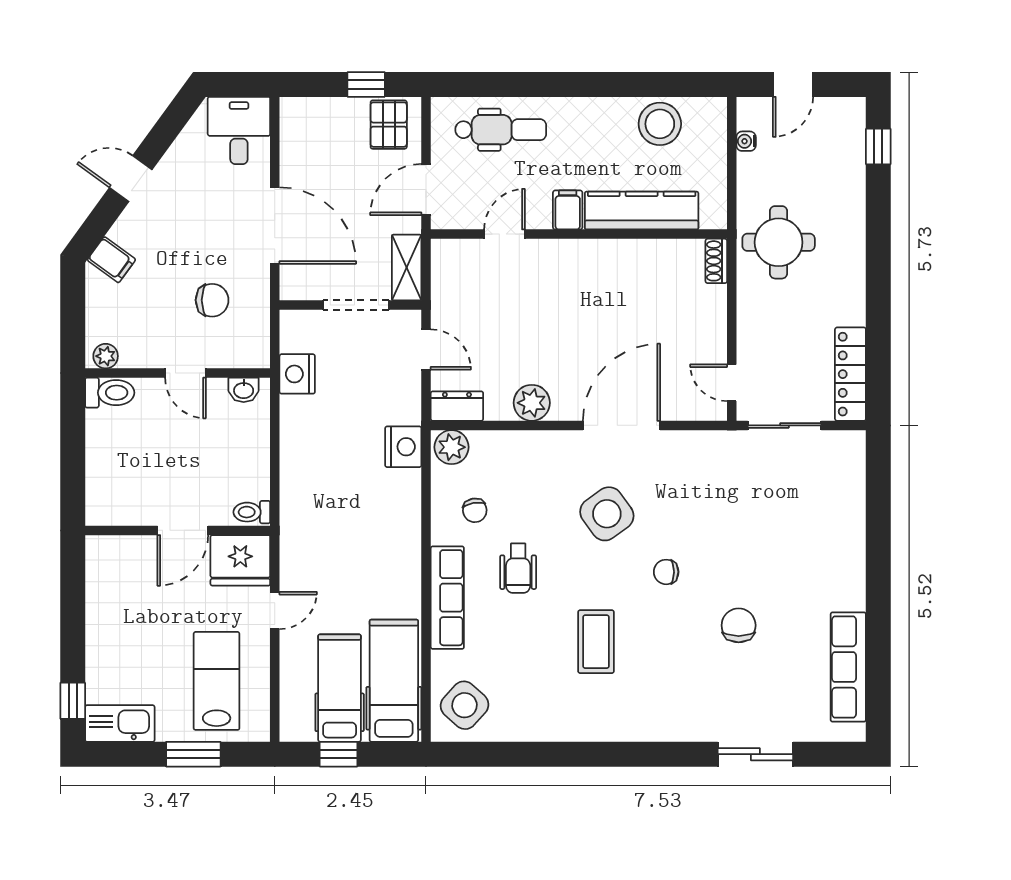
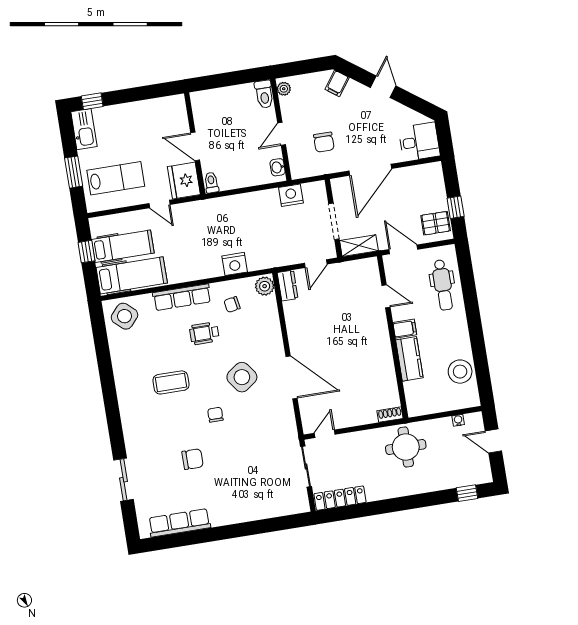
kitchen counter: (642, 211) -> (409, 359), width x0.67
plant: (532, 403) -> (296, 326), removed
nightstand: (403, 447) -> (235, 264), moved

